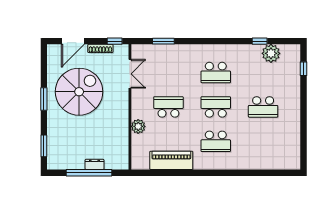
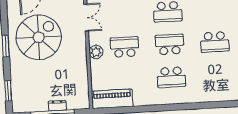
plant: (138, 126) -> (96, 52), moved
piano: (171, 160) -> (112, 99), moved

